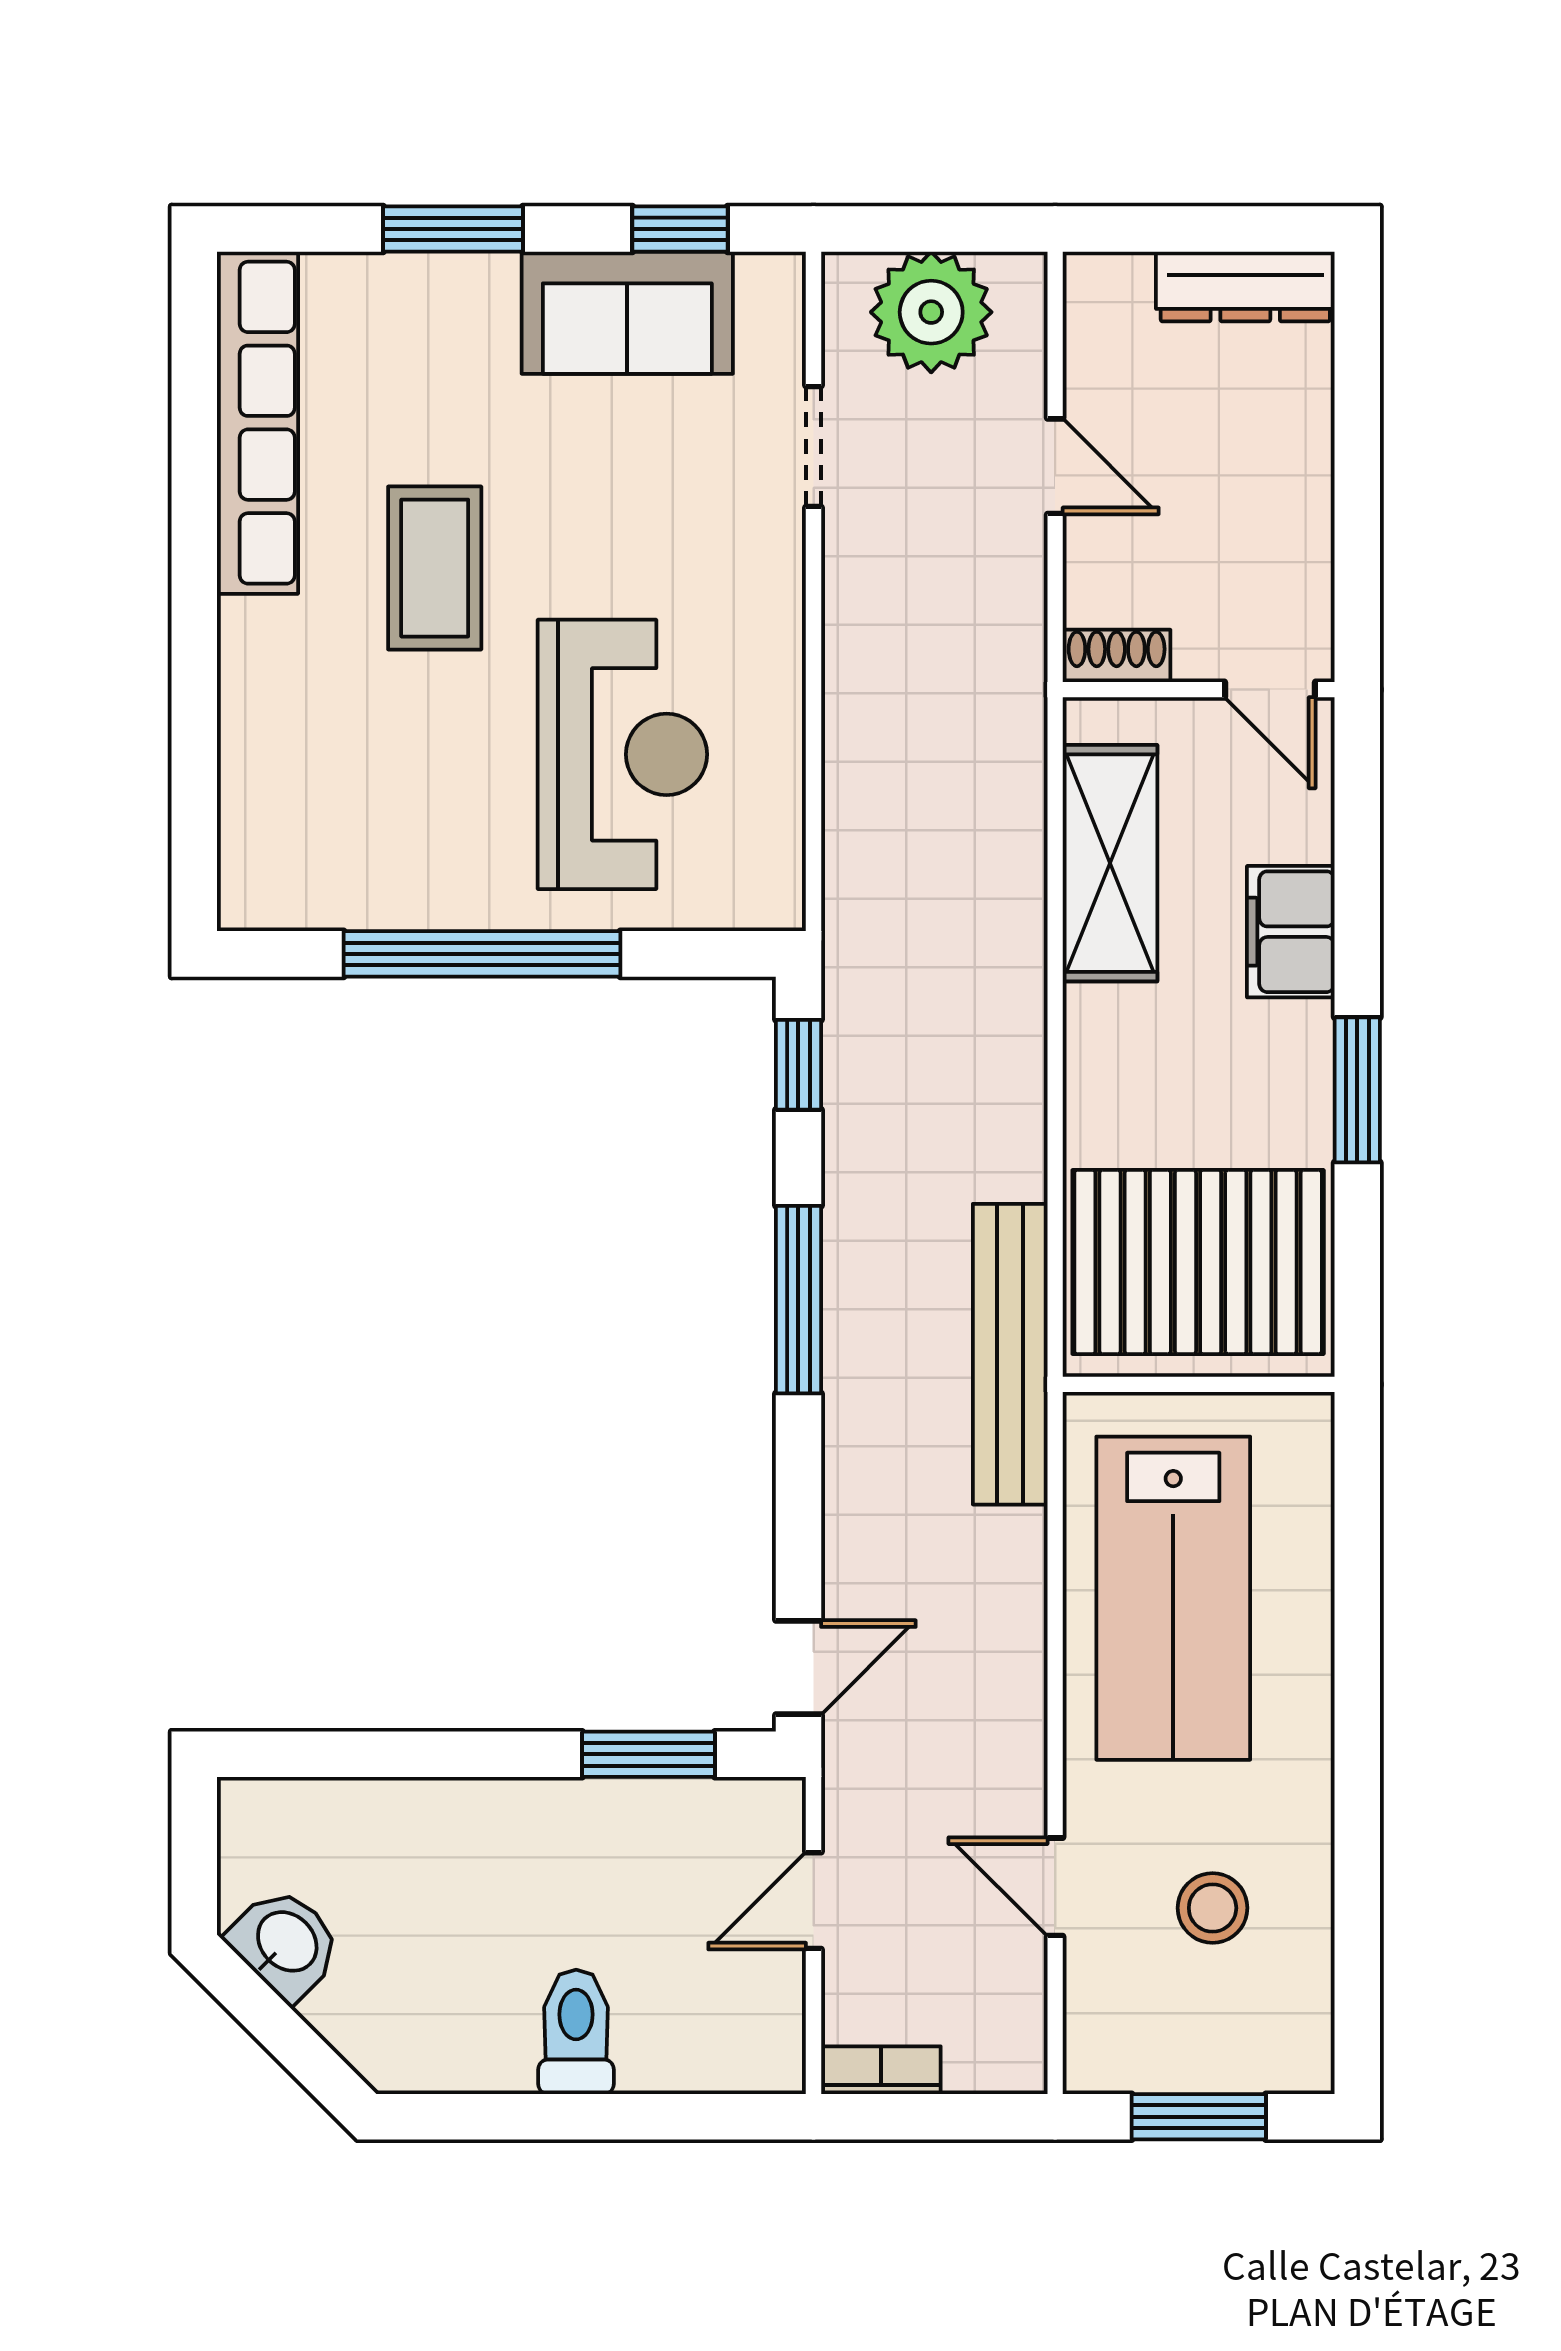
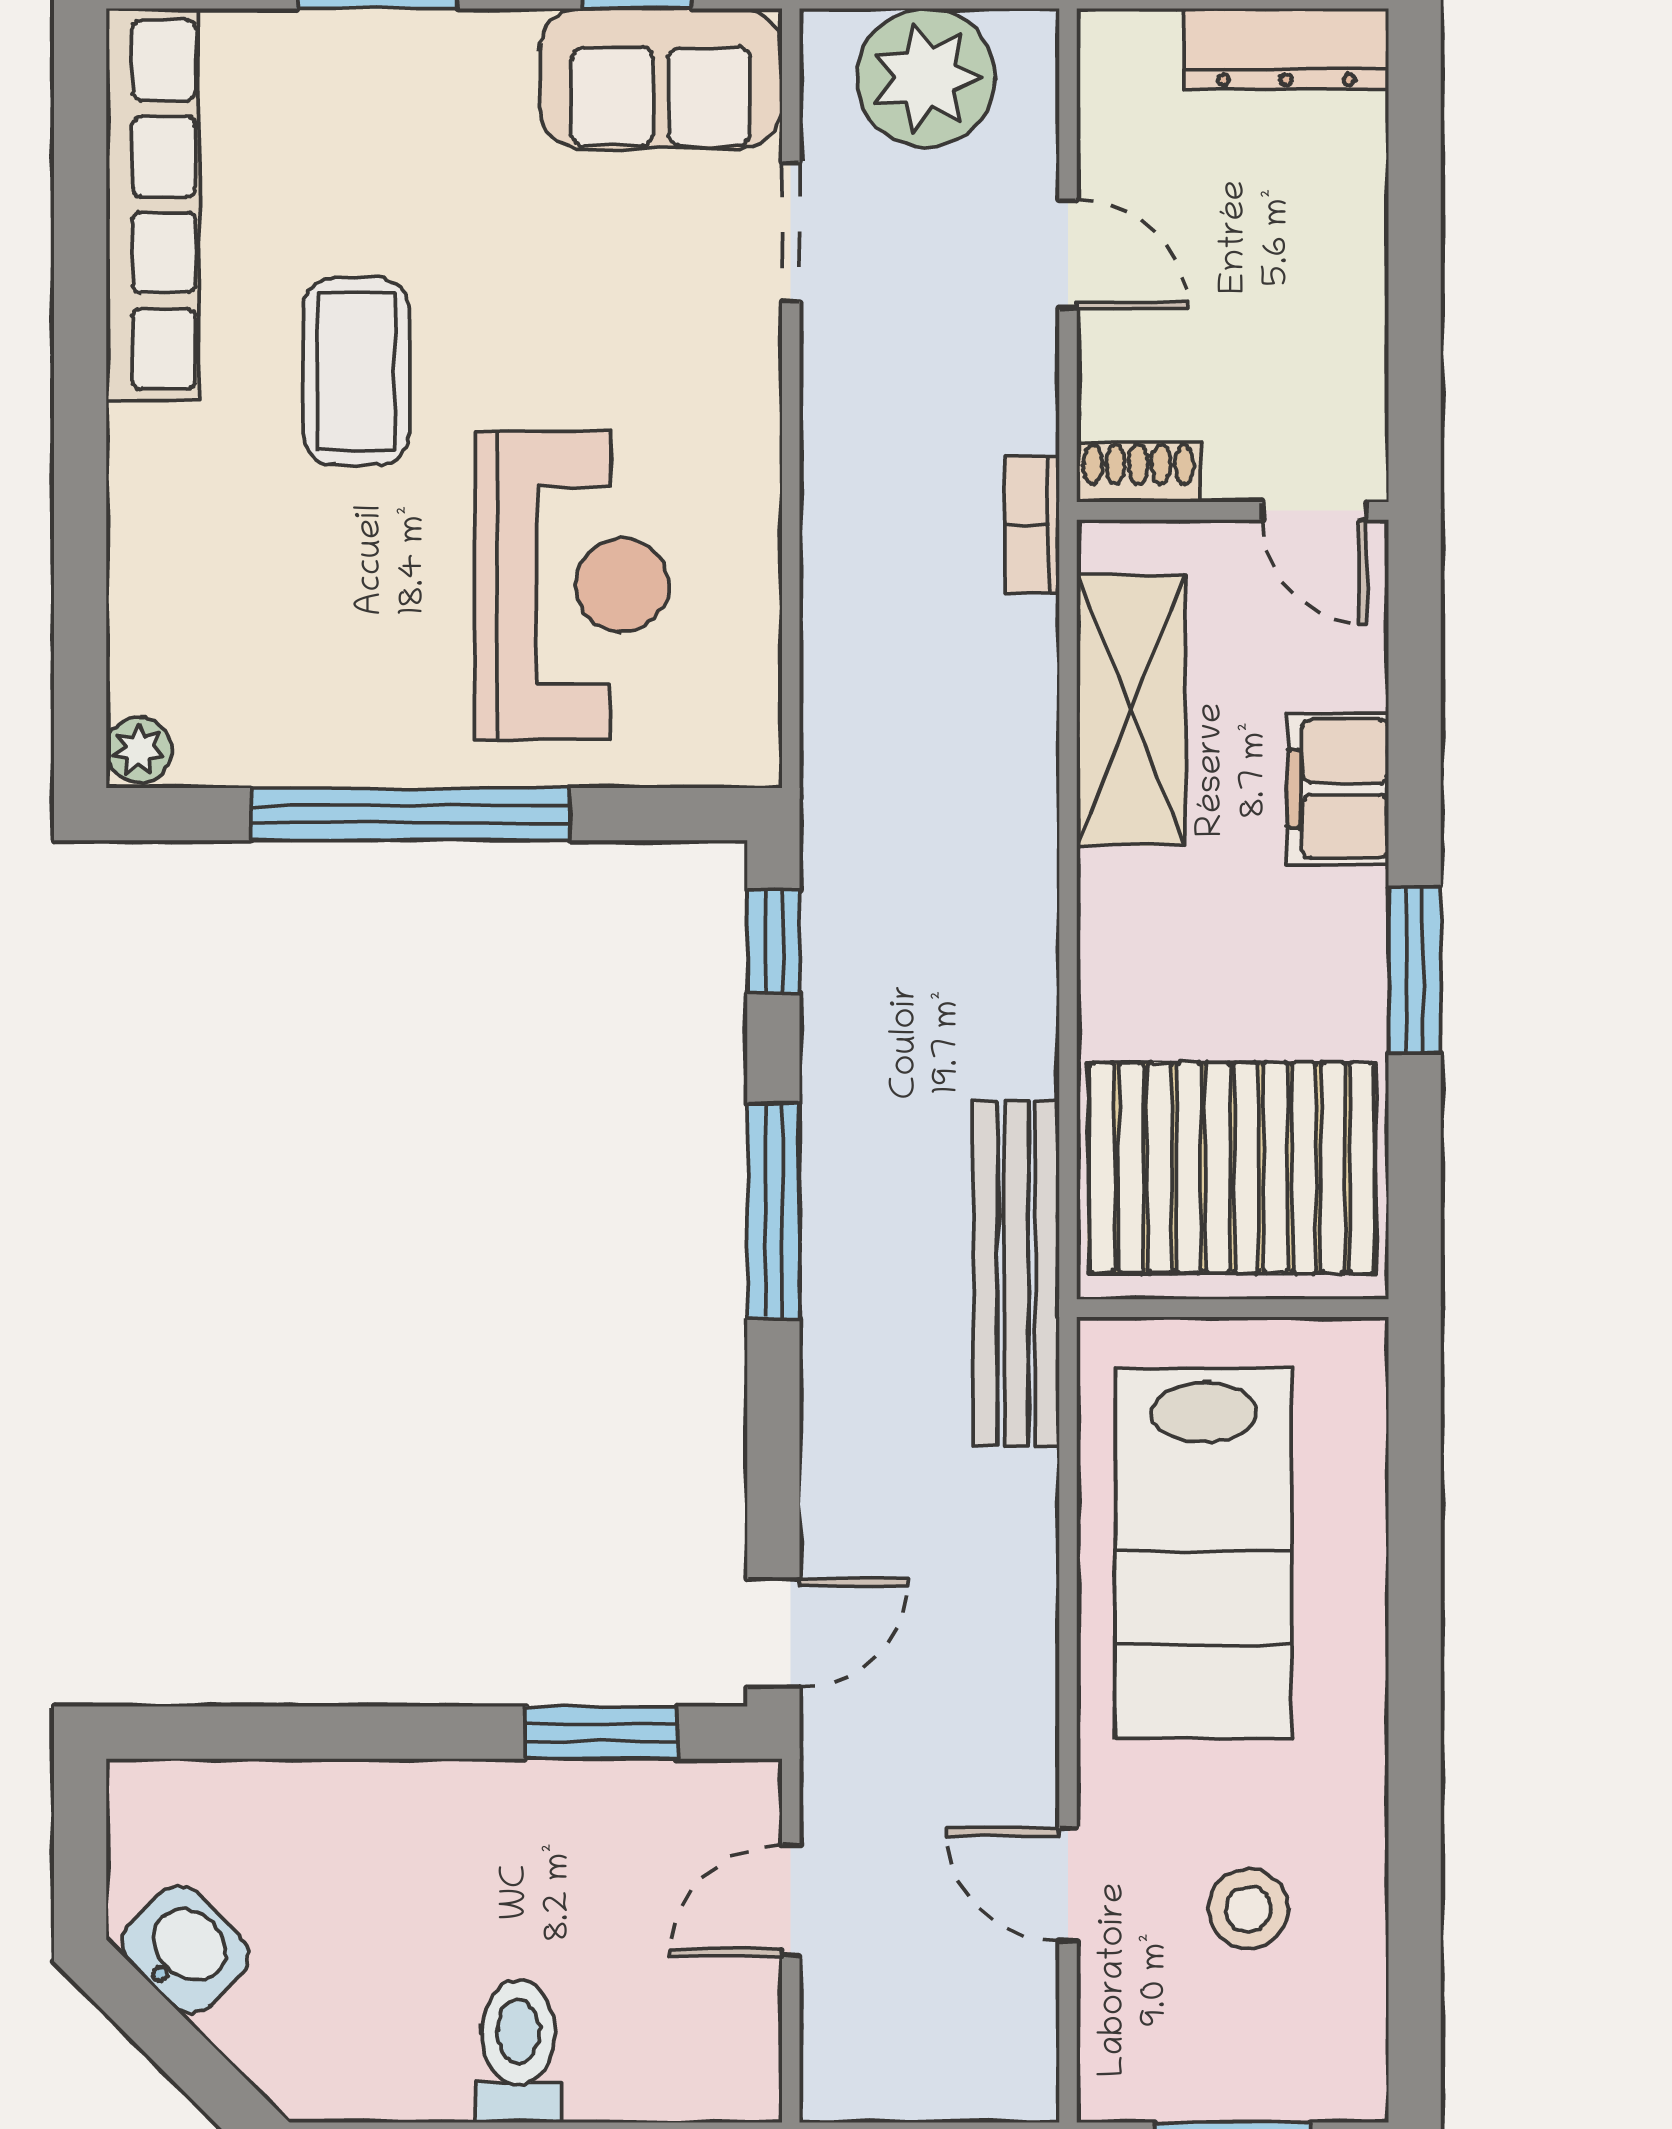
sofa: (627, 313) -> (661, 78), moved
plant: (245, 898) -> (139, 750), added
bookcase: (881, 2070) -> (1032, 524), moved, turned -90

